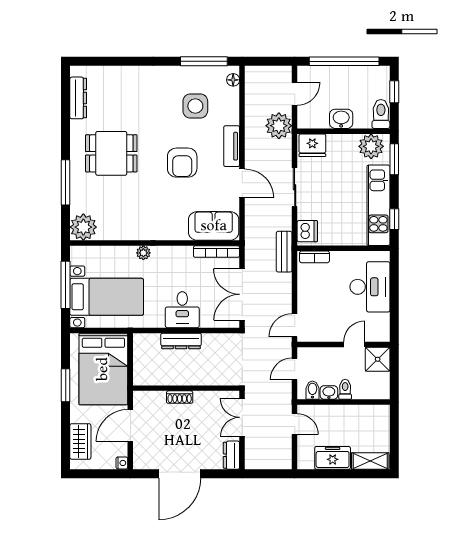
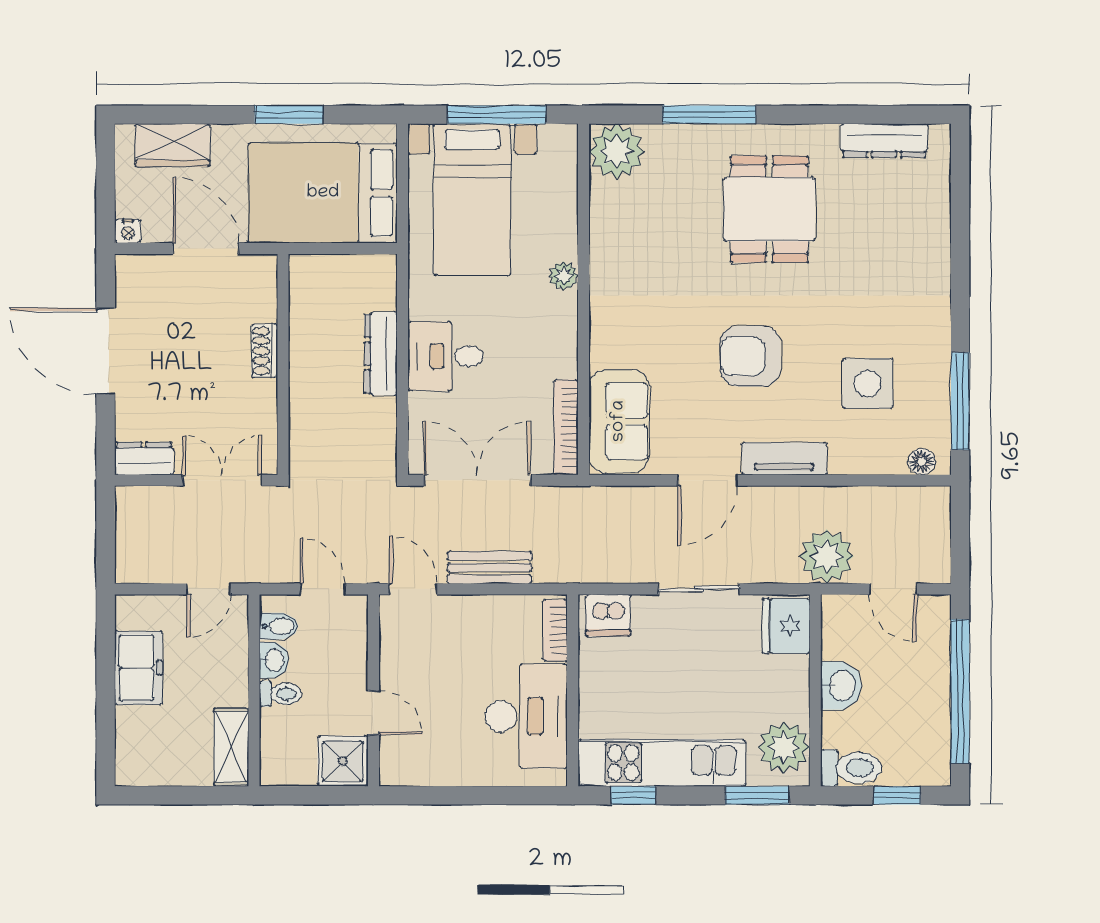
bench: (284, 252) -> (489, 567), moved
desk: (370, 287) -> (526, 716), moved, turned -90
shelving: (370, 461) -> (231, 747), moved

